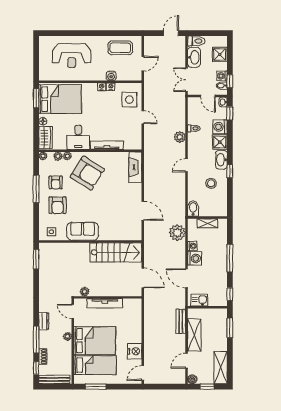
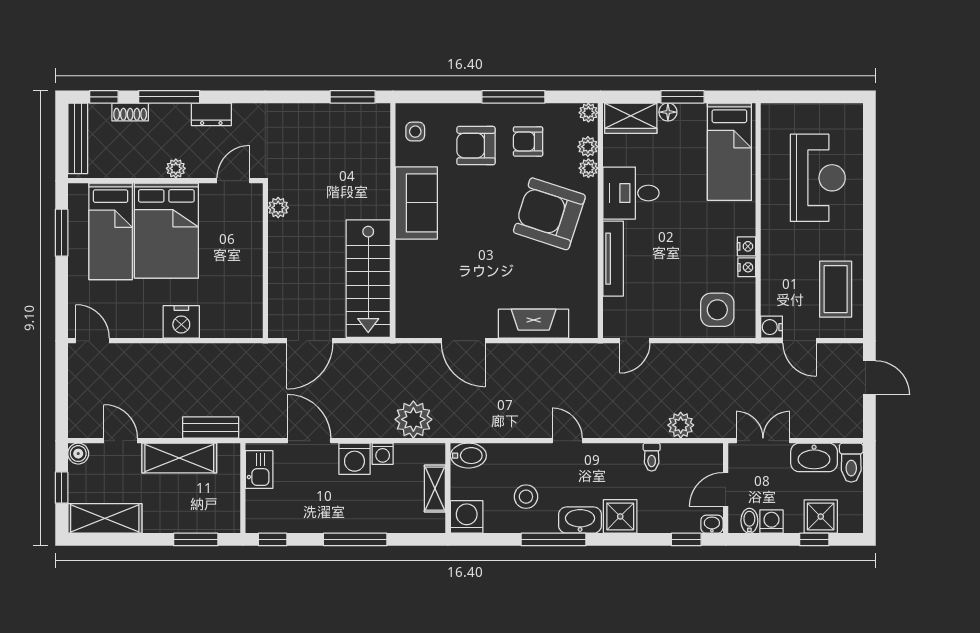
door: (171, 33) -> (869, 378), moved
reception desk: (72, 56) -> (818, 178), turned 180
water cooler: (111, 76) -> (772, 327), moved
window: (230, 81) -> (814, 539), moved
window: (36, 98) -> (682, 97), moved
bed: (60, 99) -> (729, 152), width x0.67
door: (143, 117) -> (635, 341), moved
washing machine: (220, 127) -> (467, 517), moved
plant: (180, 137) -> (681, 425), moved
fireplace: (135, 167) -> (534, 324), moved
window: (230, 171) -> (553, 539), width x2.17
armchair: (87, 173) -> (549, 214), turned 76
door: (143, 211) -> (463, 341), hinge flipped
door: (187, 278) -> (309, 441), hinge flipped
tv unit: (105, 303) -> (252, 254), removed
nightstand: (135, 351) -> (181, 322), moved

